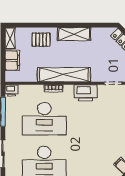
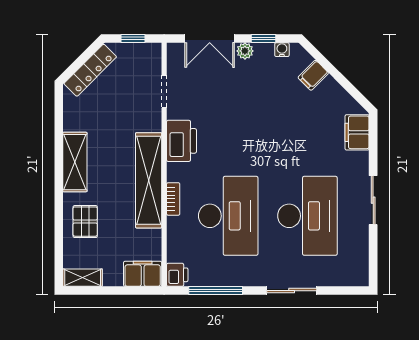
filing cabinet: (12, 60) -> (143, 274), moved

